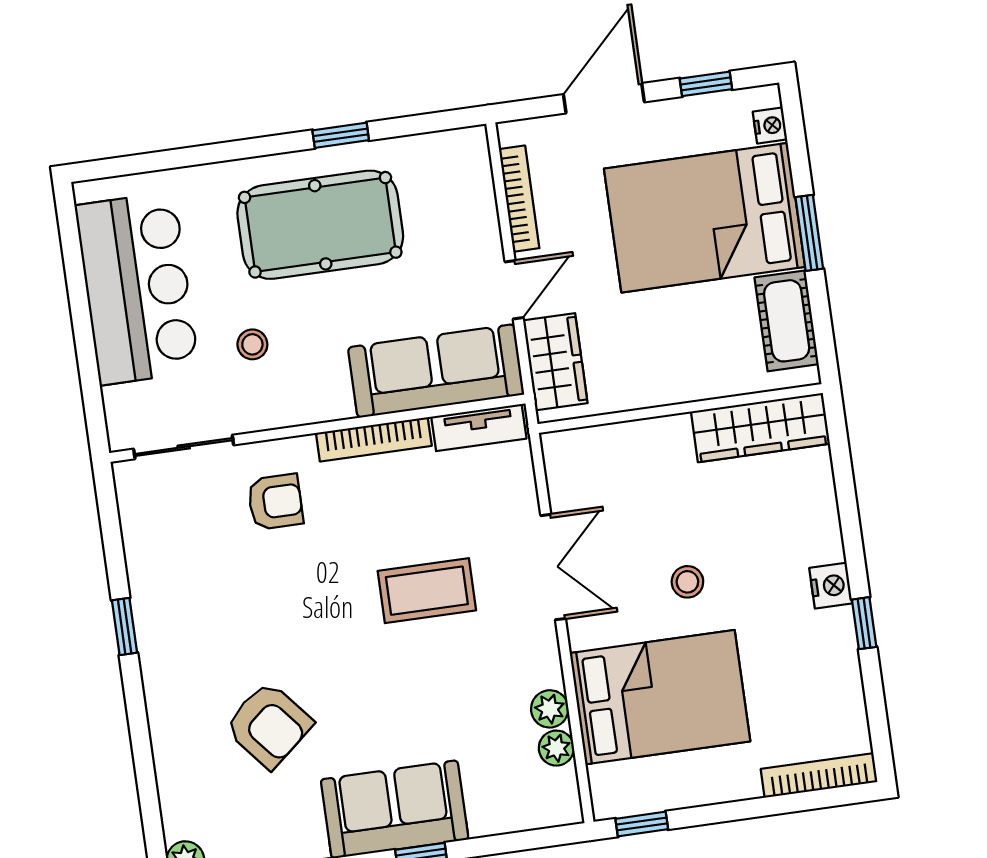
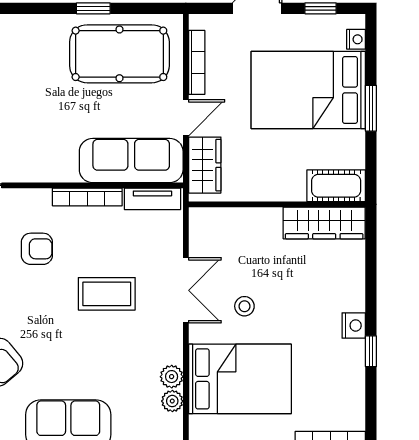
pool table: (320, 225) -> (119, 54), moved
cot: (787, 321) -> (336, 186), moved, turned 90
stool: (252, 344) -> (21, 129), removed
armchair: (275, 502) -> (37, 249), moved
stool: (687, 582) -> (244, 306), moved

